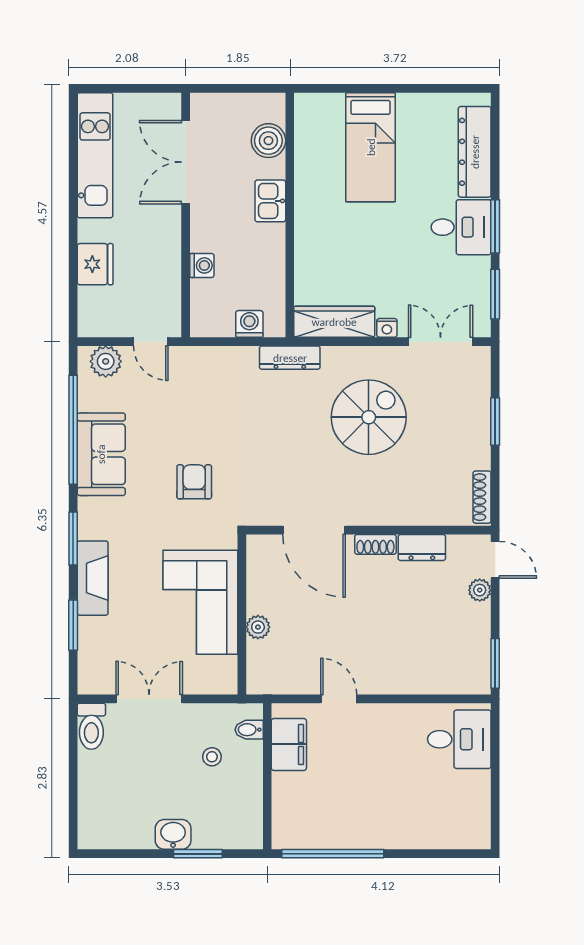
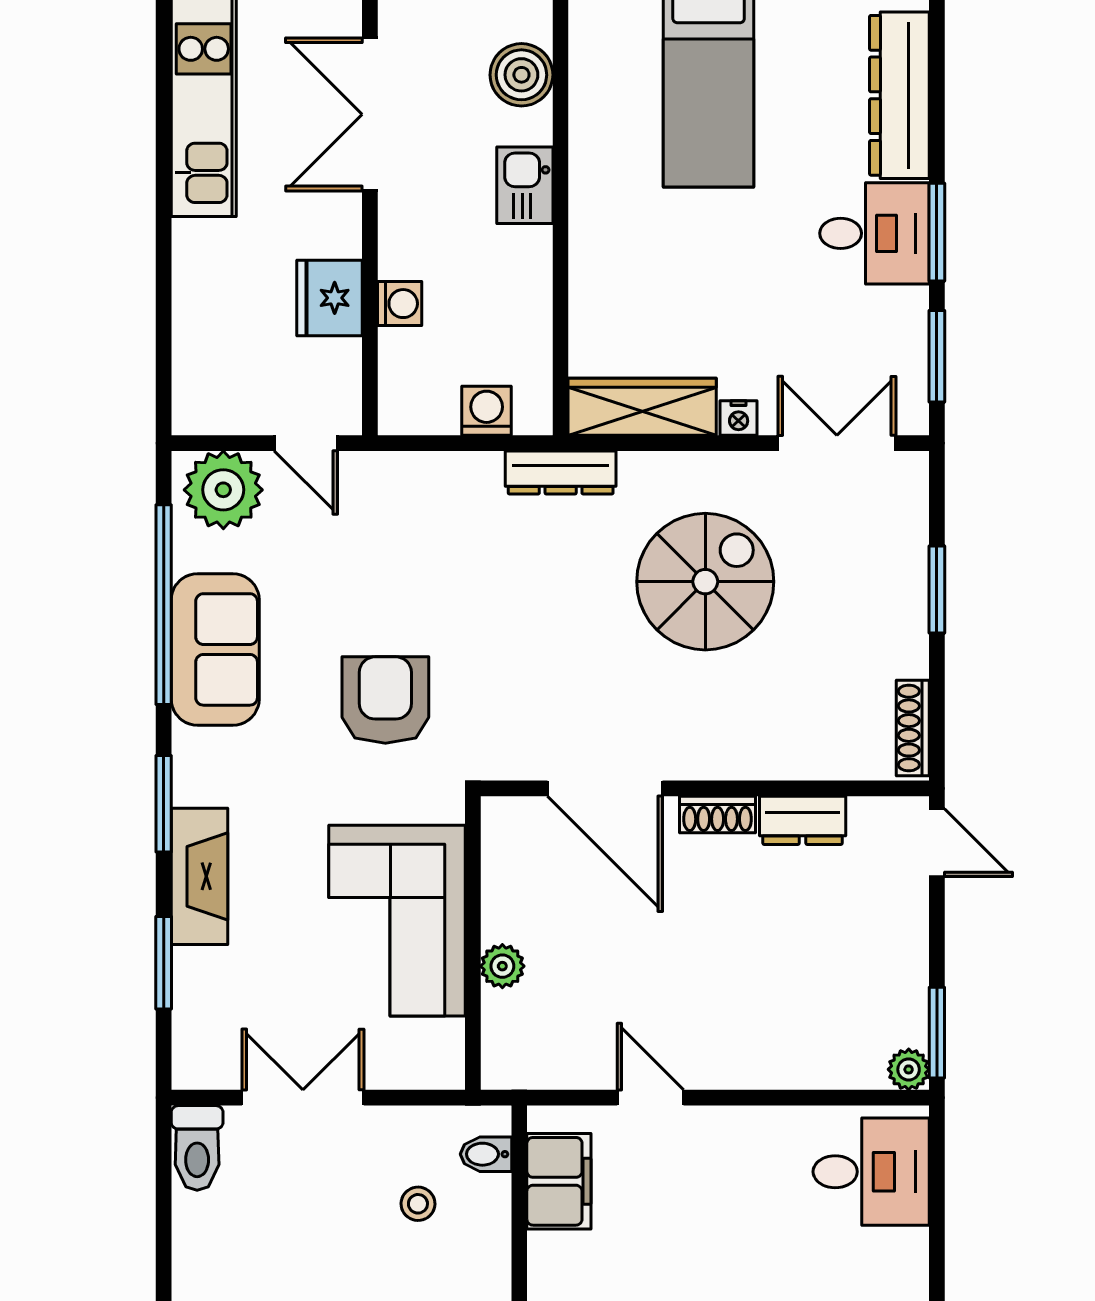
fridge: (95, 264) -> (329, 298), moved, turned 180
plant: (106, 361) -> (223, 490), width x1.36, depth x1.36
armchair: (194, 482) -> (385, 700), width x1.38, depth x1.38
plant: (480, 590) -> (909, 1069), moved

